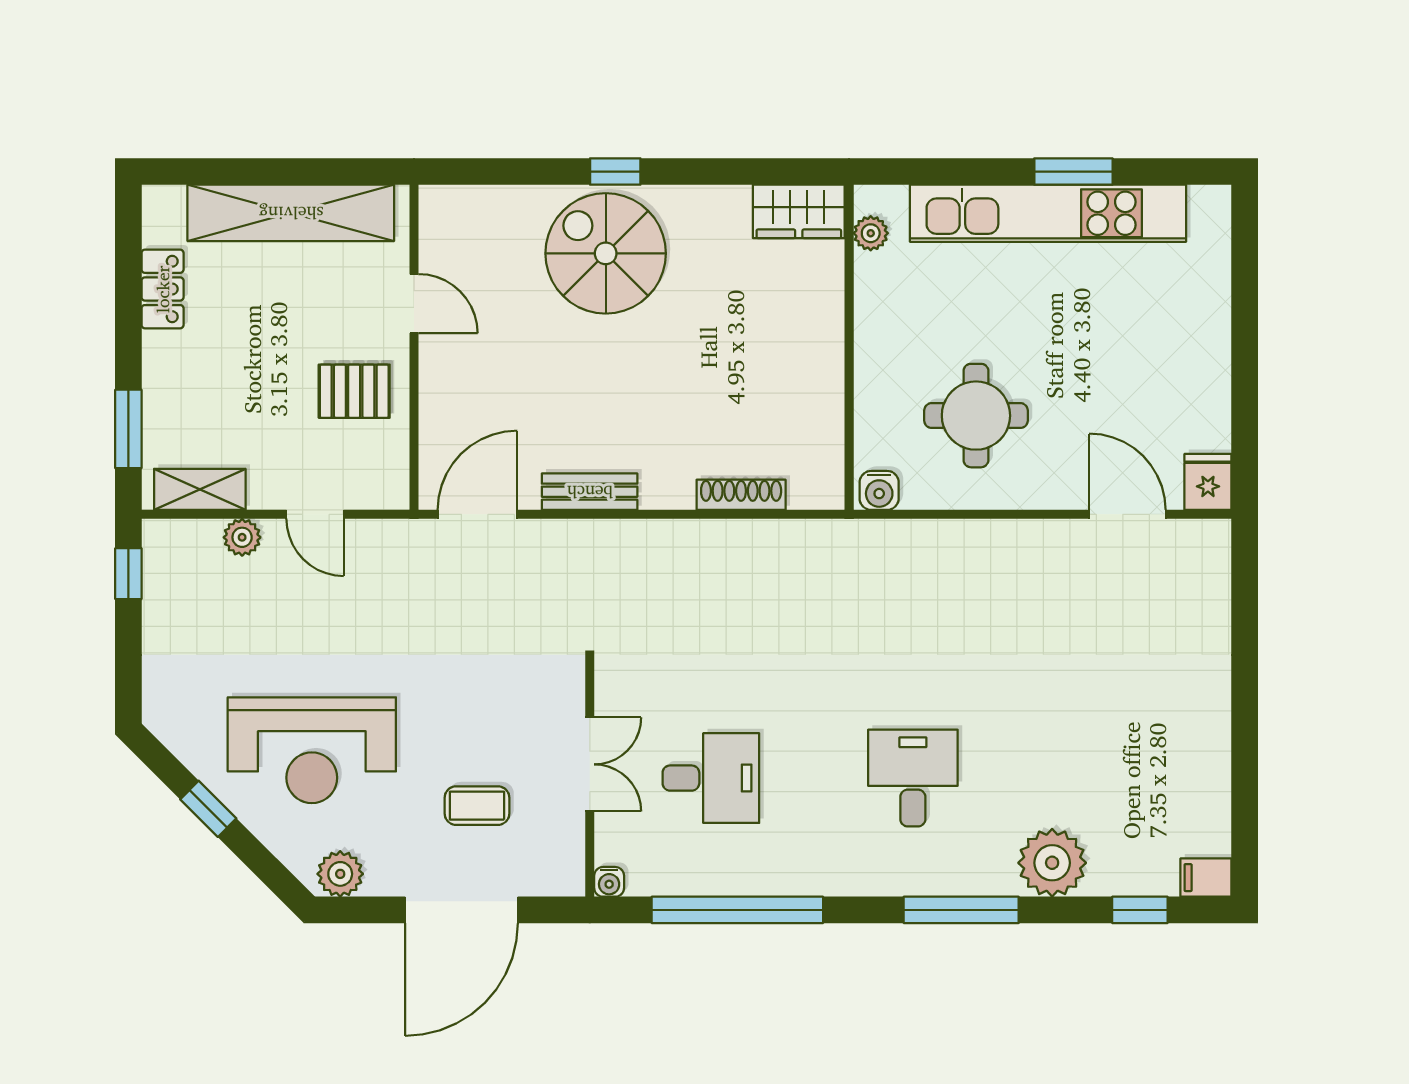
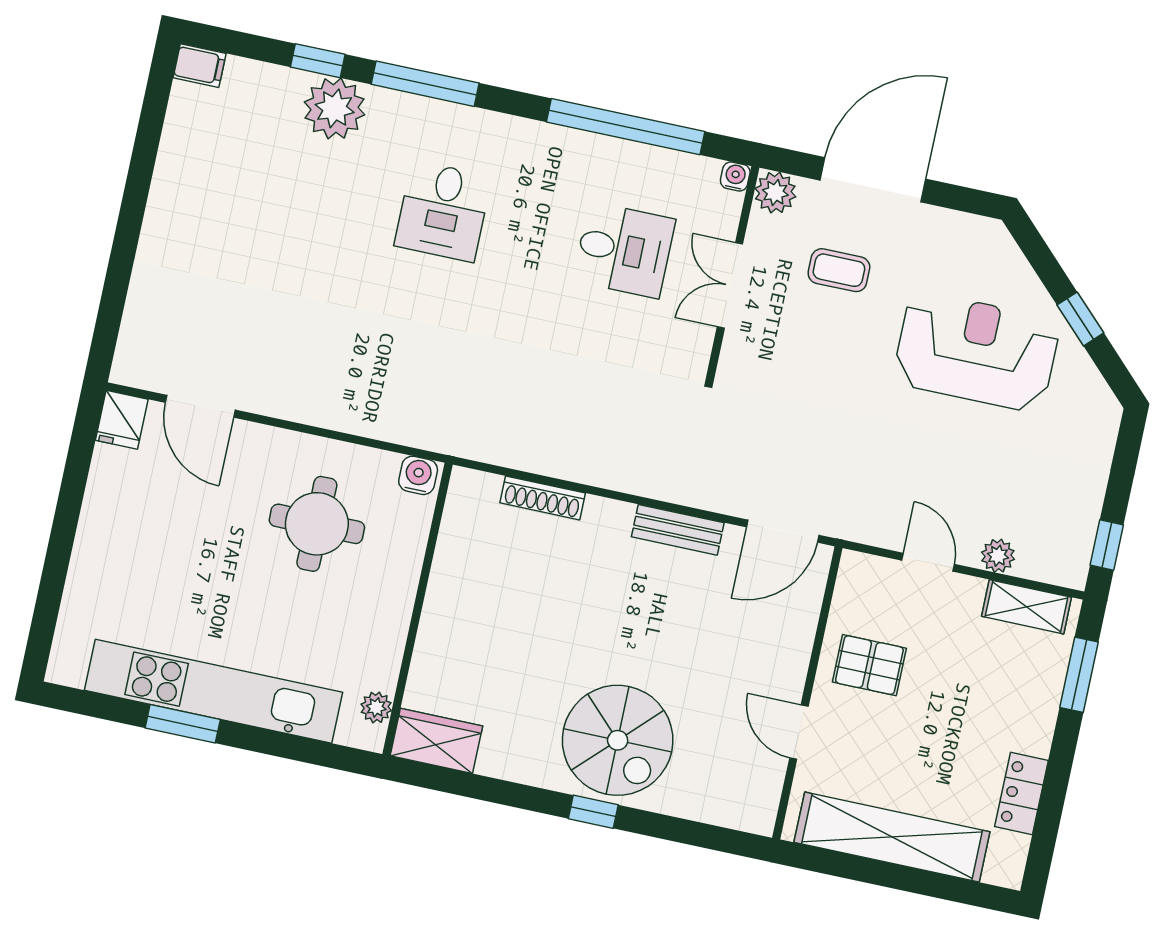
desk: (711, 778) -> (624, 250), turned 180
plant: (340, 874) -> (775, 193), moved
window: (1140, 910) -> (318, 61), moved

